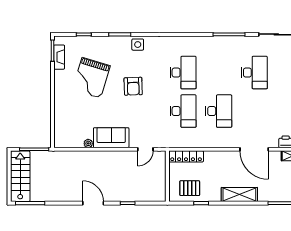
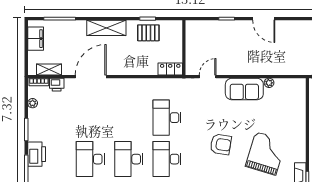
armchair: (133, 86) -> (221, 144), turned 101
desk: (219, 111) -> (129, 159), moved
door: (254, 149) -> (91, 77), hinge flipped
locker: (186, 156) -> (170, 69), width x0.66
pallet: (190, 188) -> (148, 33), moved

